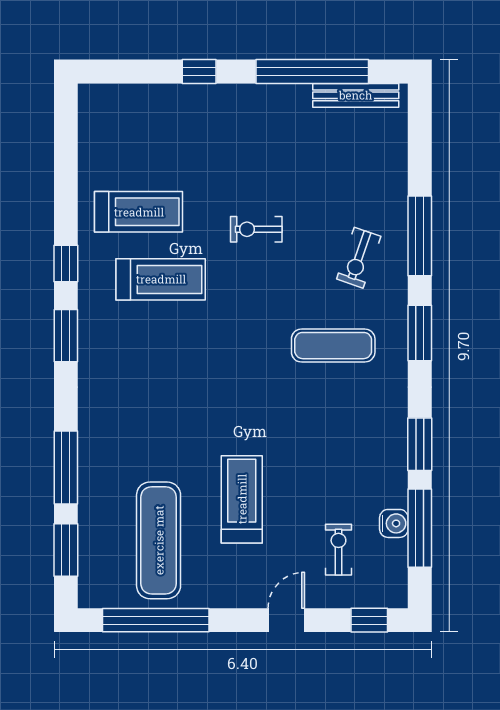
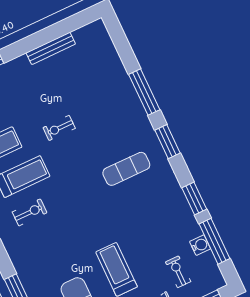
window: (312, 72) -> (50, 34), removed
bench: (356, 95) -> (51, 48), moved
exercise bike: (359, 258) -> (30, 212), moved, turned -109

